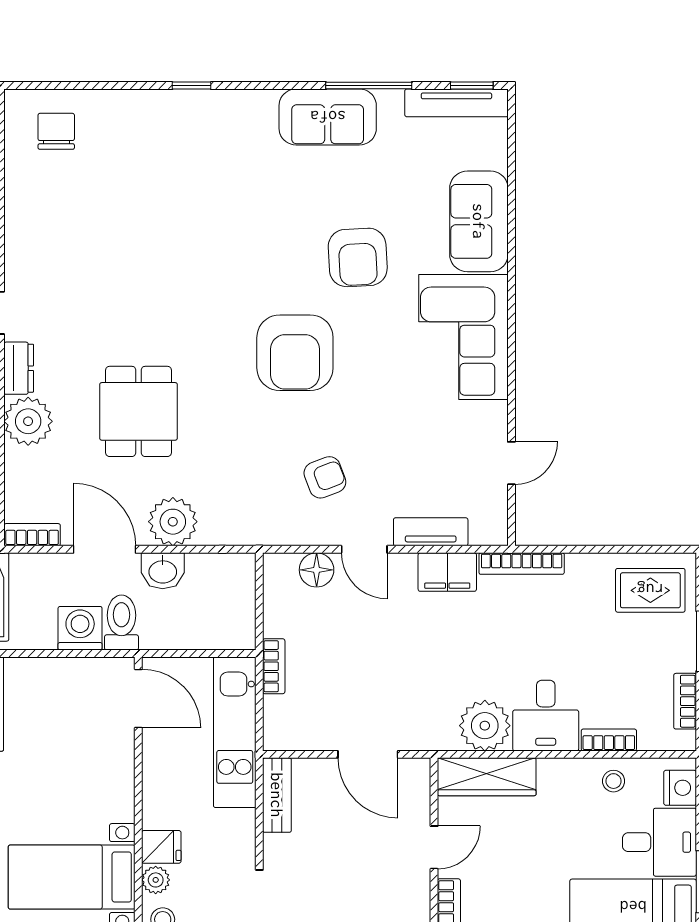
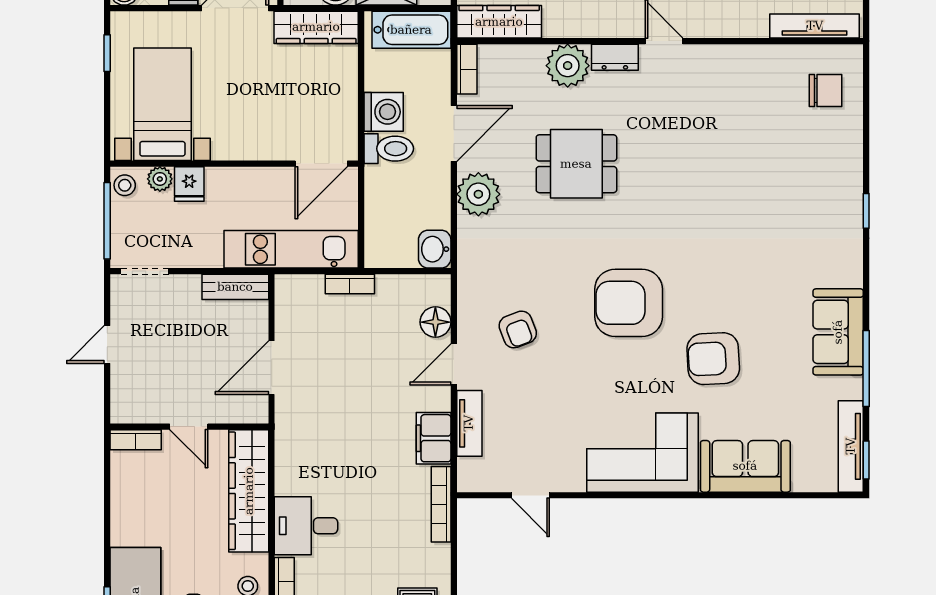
washbasin: (163, 571) -> (435, 249), moved
plant: (485, 726) -> (297, 472), removed
wardrobe: (487, 777) -> (249, 491), width x1.40, depth x1.17

